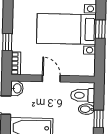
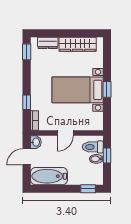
door: (51, 79) -> (65, 133), swing flipped
window: (99, 119) -> (107, 155), moved

